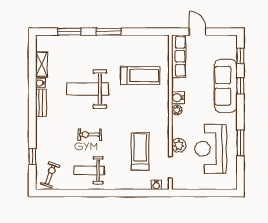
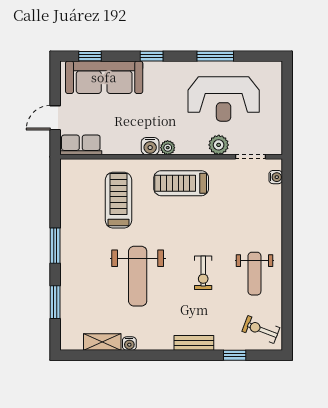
row of seats: (179, 56) -> (81, 145), width x0.68
sofa: (226, 86) -> (104, 77), moved
window: (240, 86) -> (152, 56), moved
bench: (41, 103) -> (194, 343), moved
treadmill: (140, 151) -> (181, 183), moved

